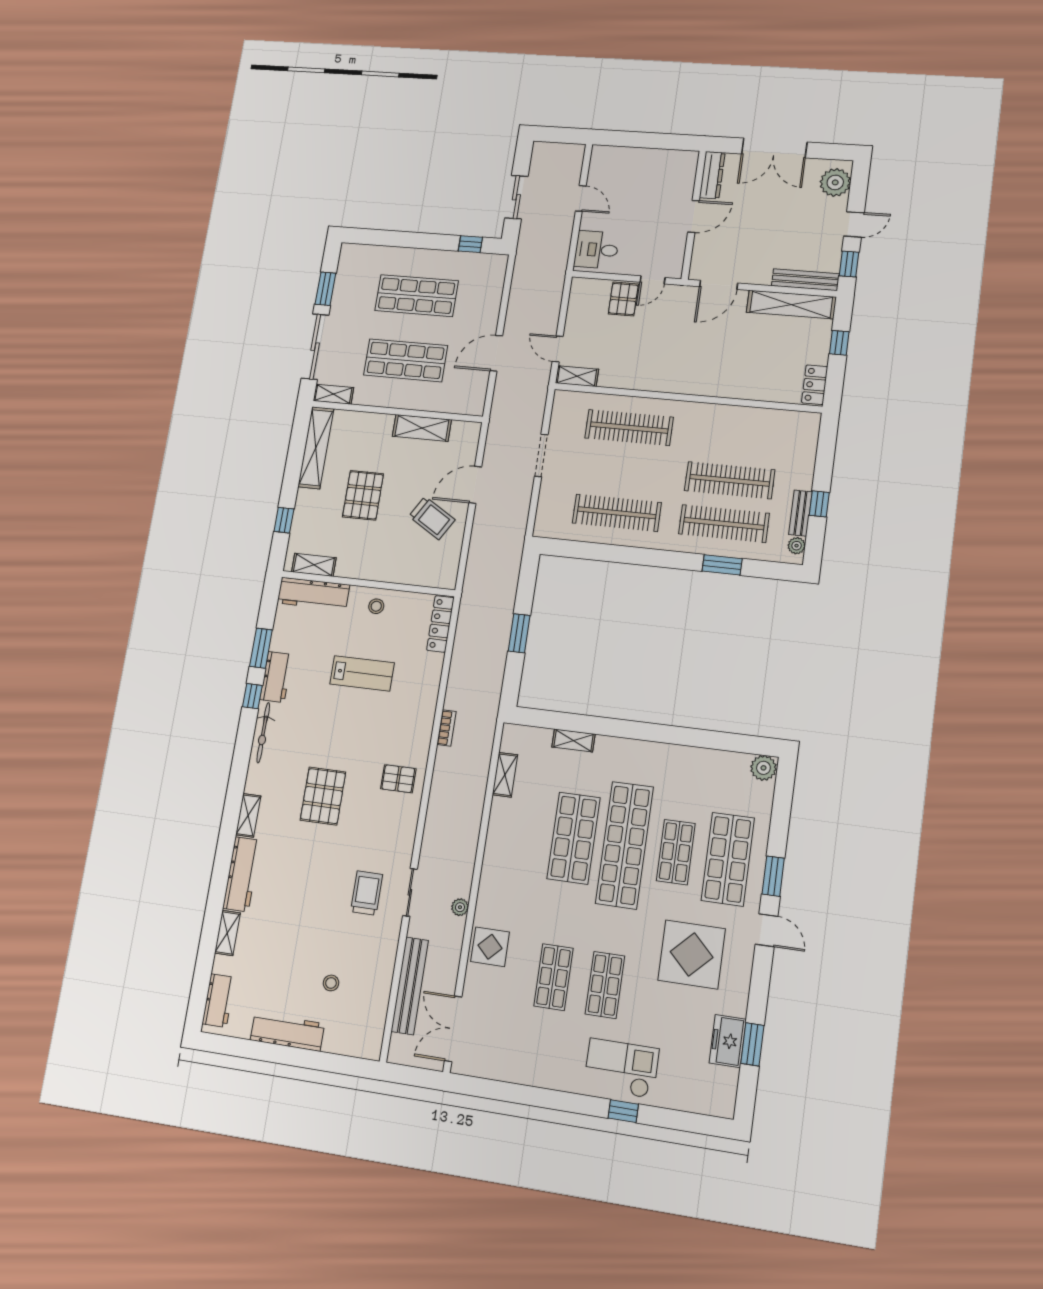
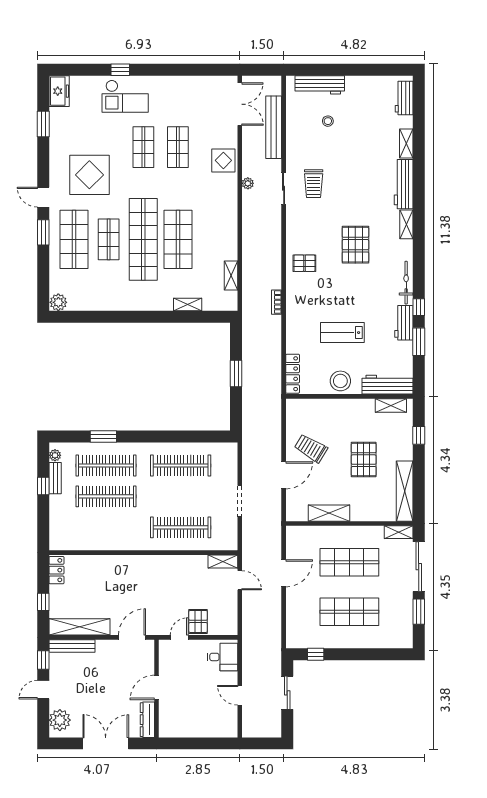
stool: (376, 606) -> (340, 381), width x1.89, depth x1.89
workbench: (287, 1032) -> (320, 85), moved
freezer: (728, 1041) -> (59, 91), moved

